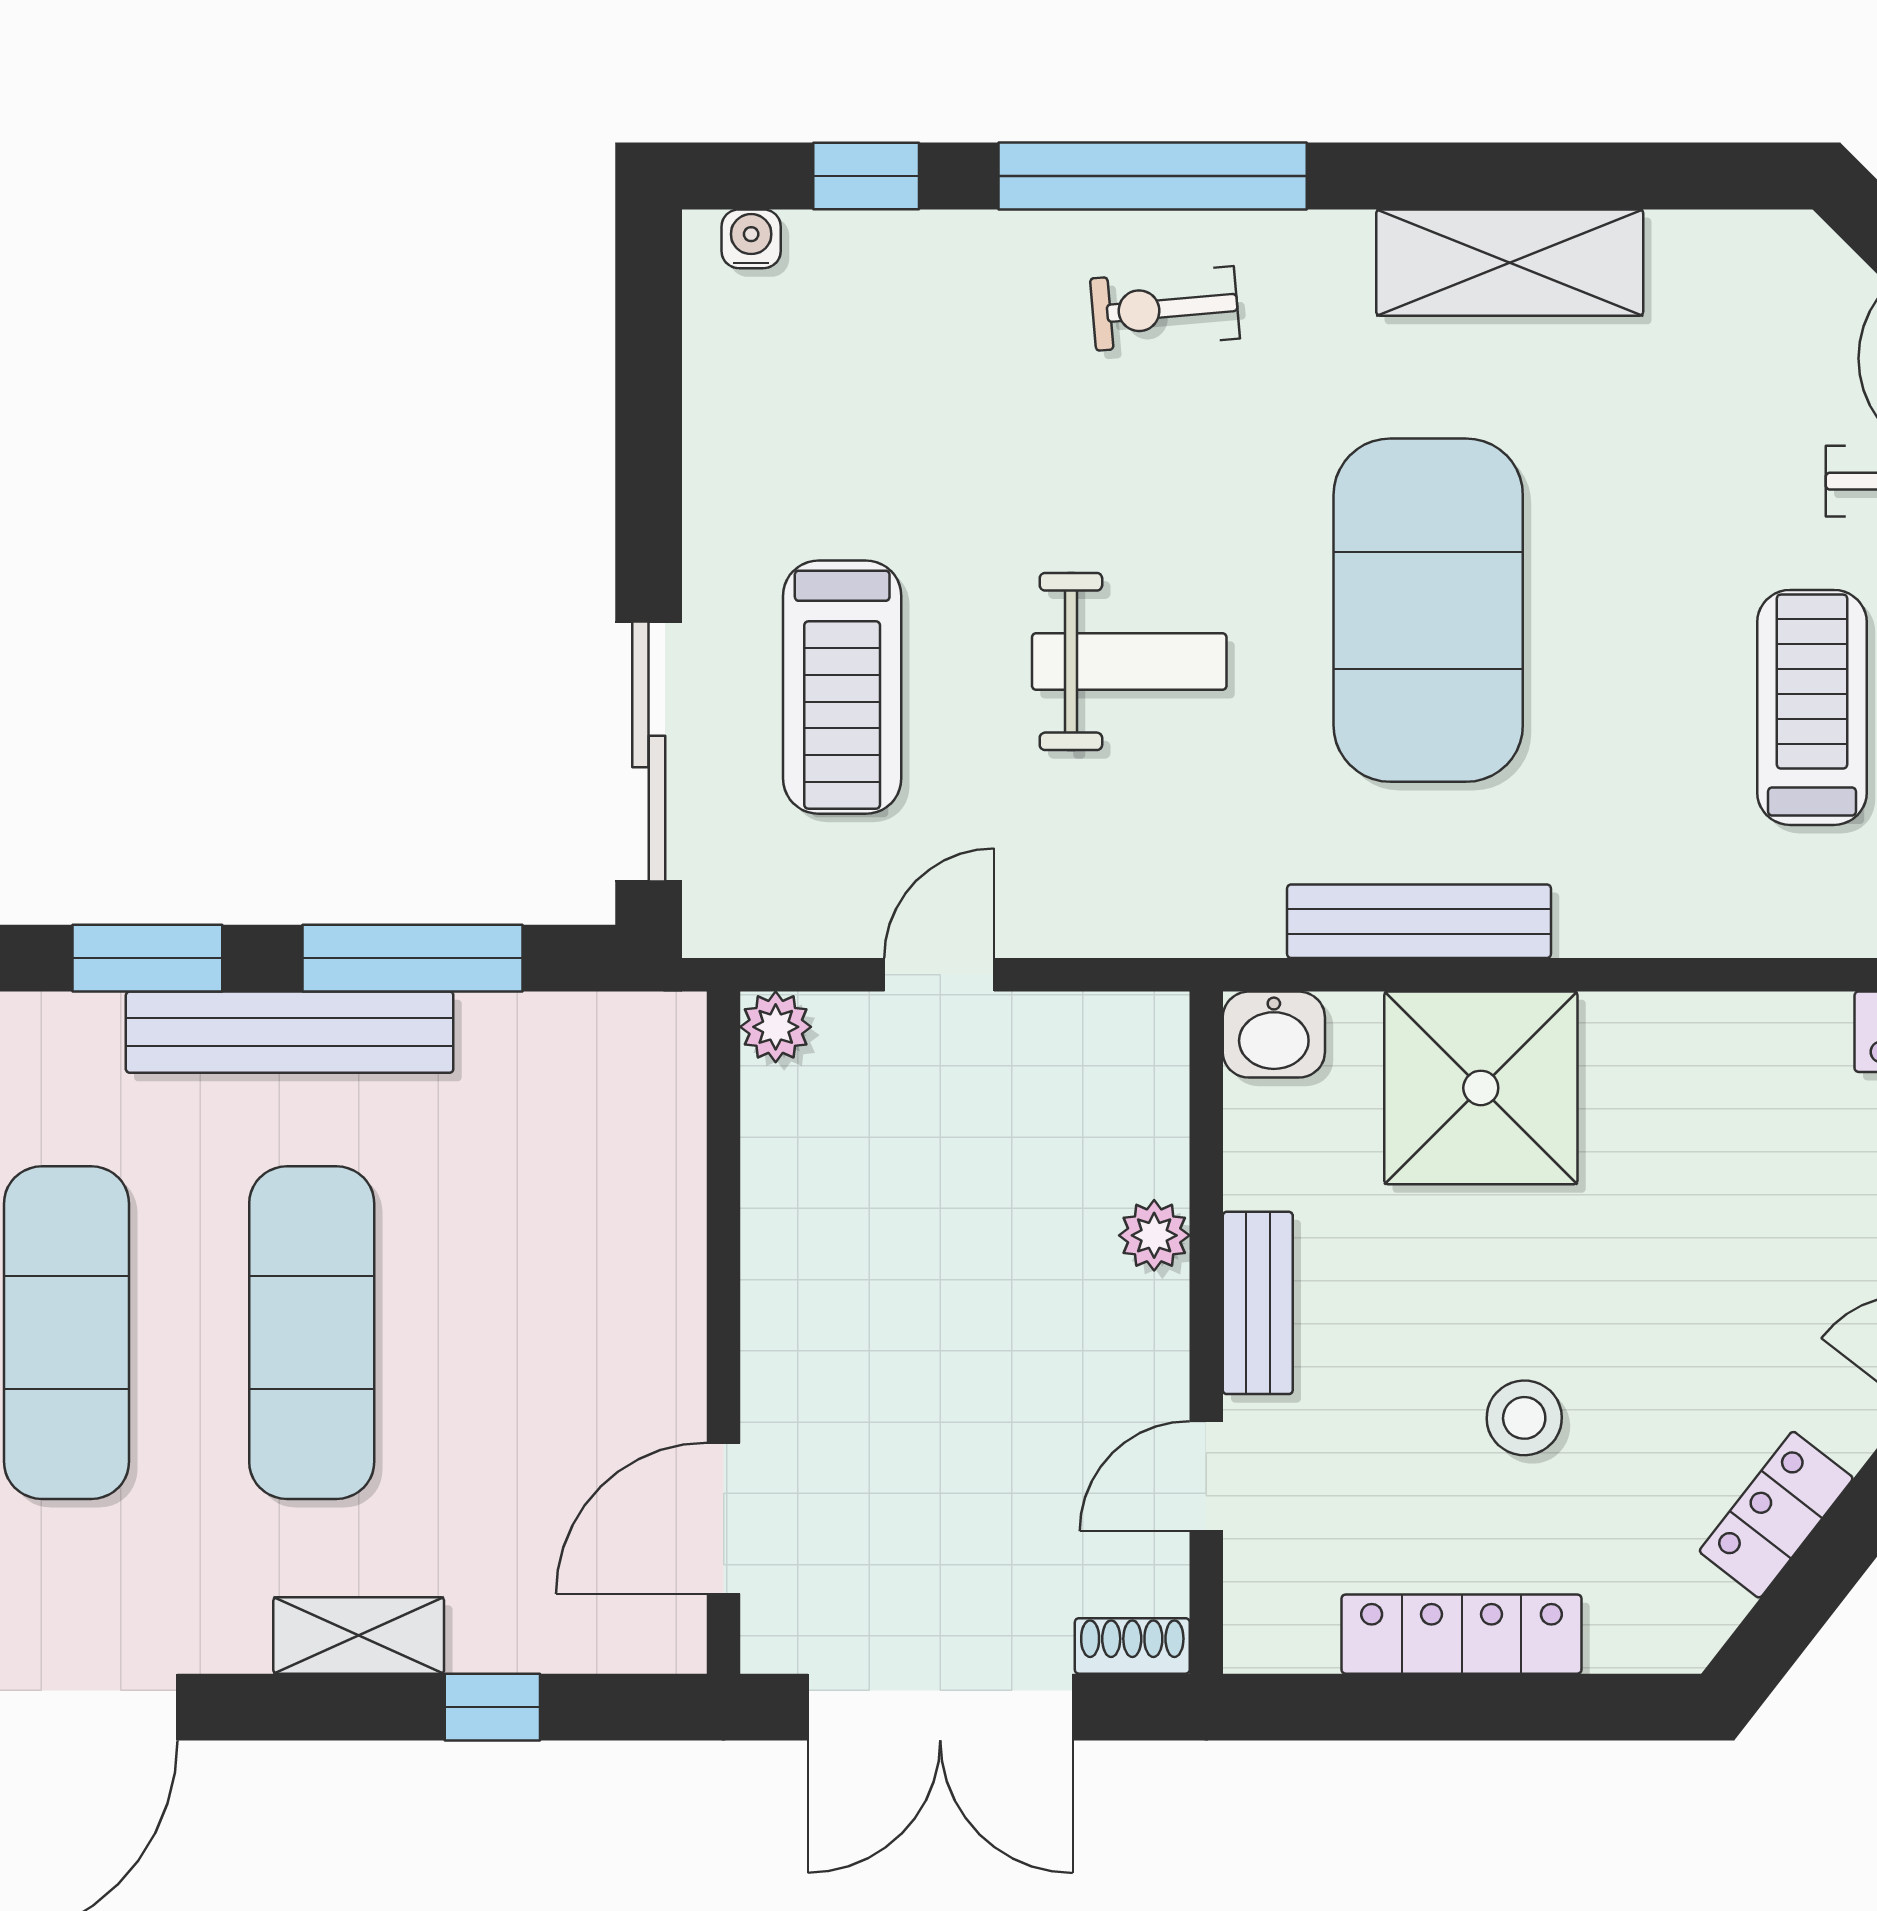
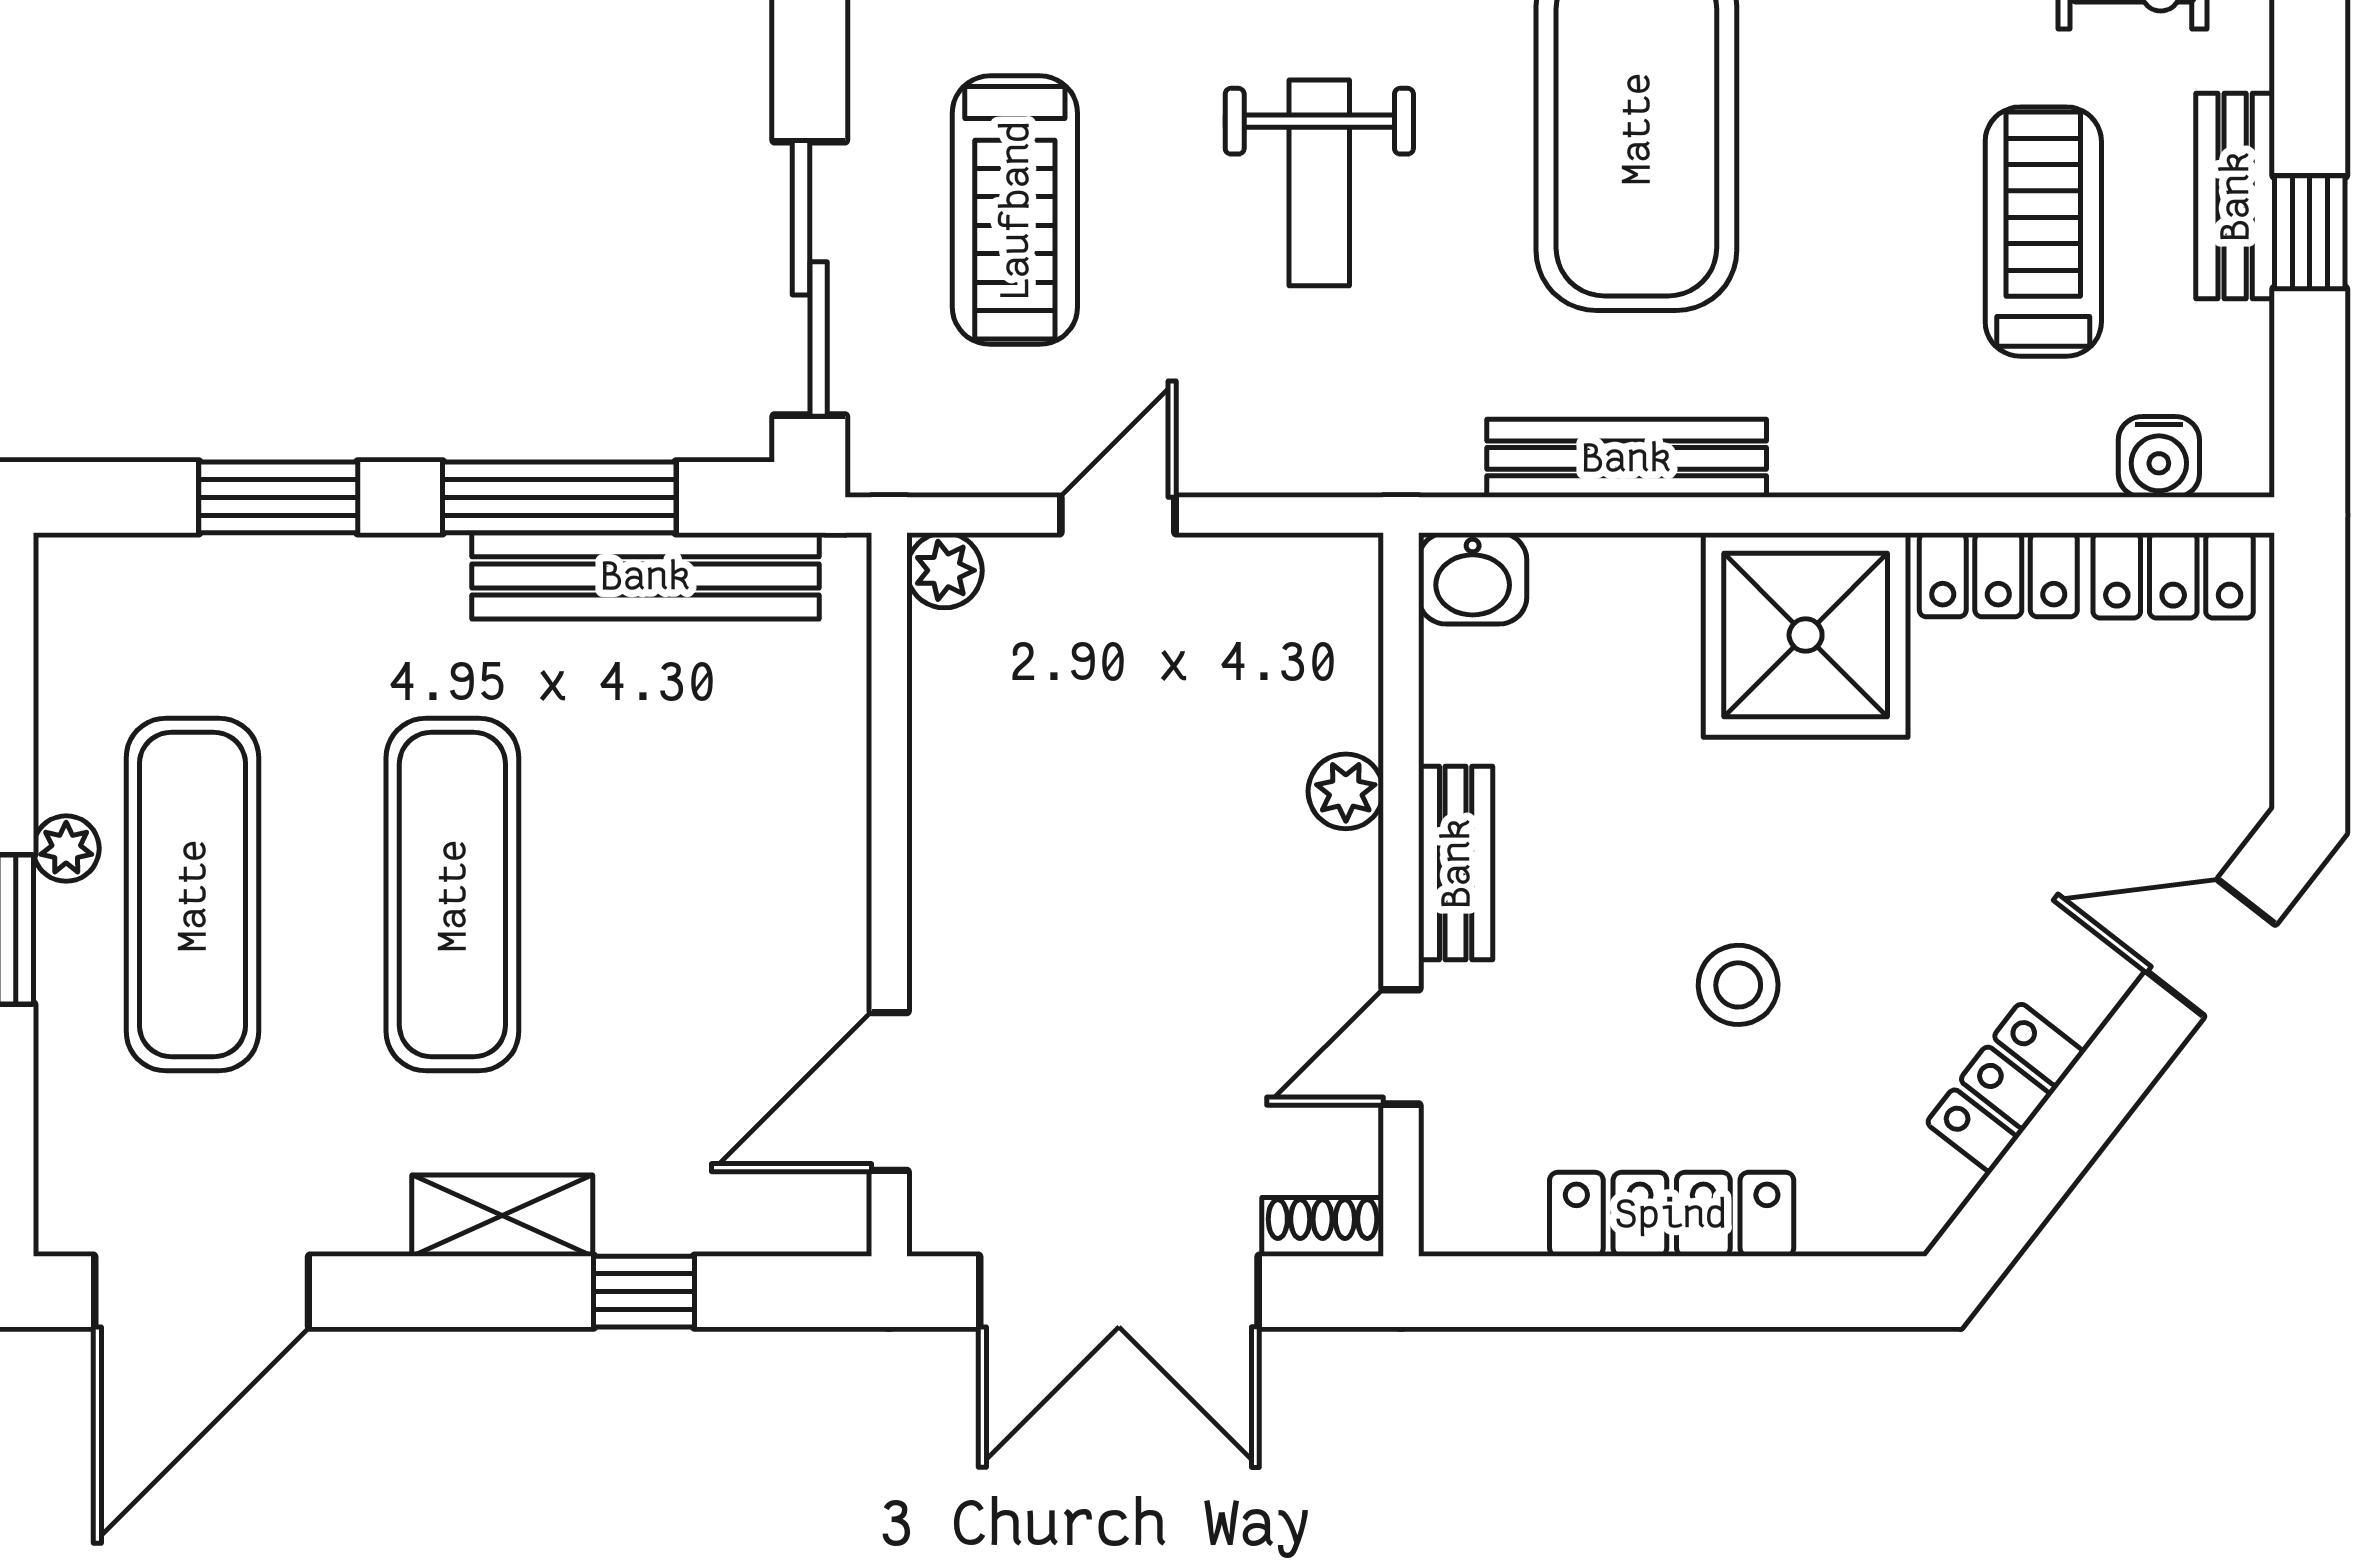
weight bench: (1129, 662) -> (1319, 183), turned 90
locker: (1770, 1031) -> (1998, 575), added
bench: (290, 1032) -> (646, 576), moved
shower: (1481, 1088) -> (1806, 635), moved

